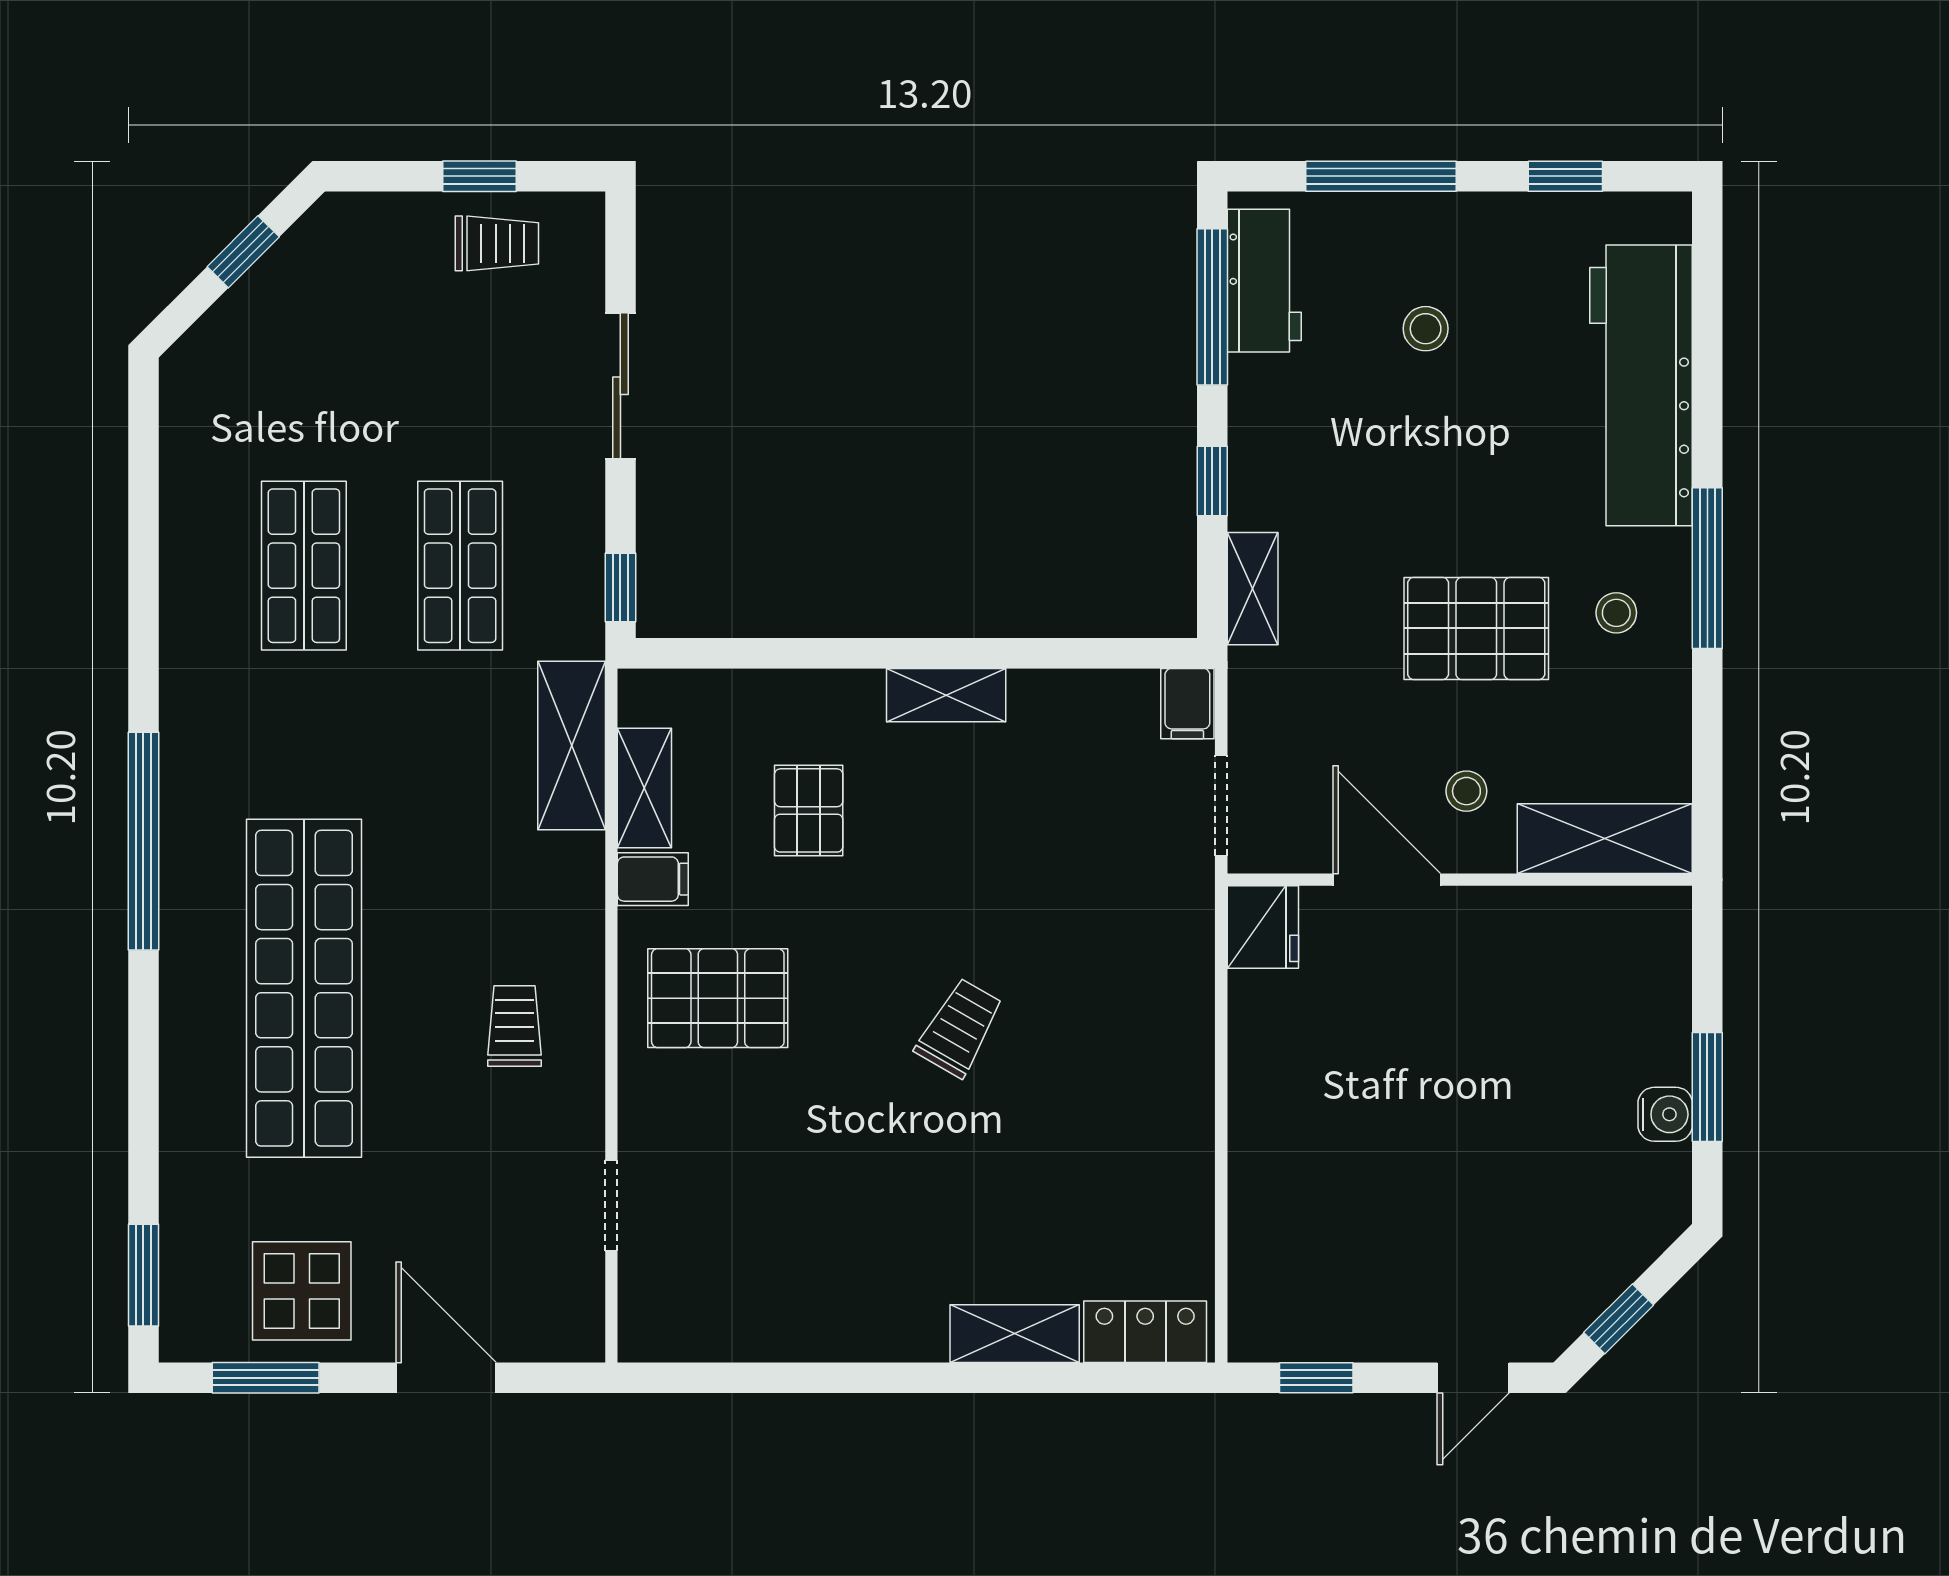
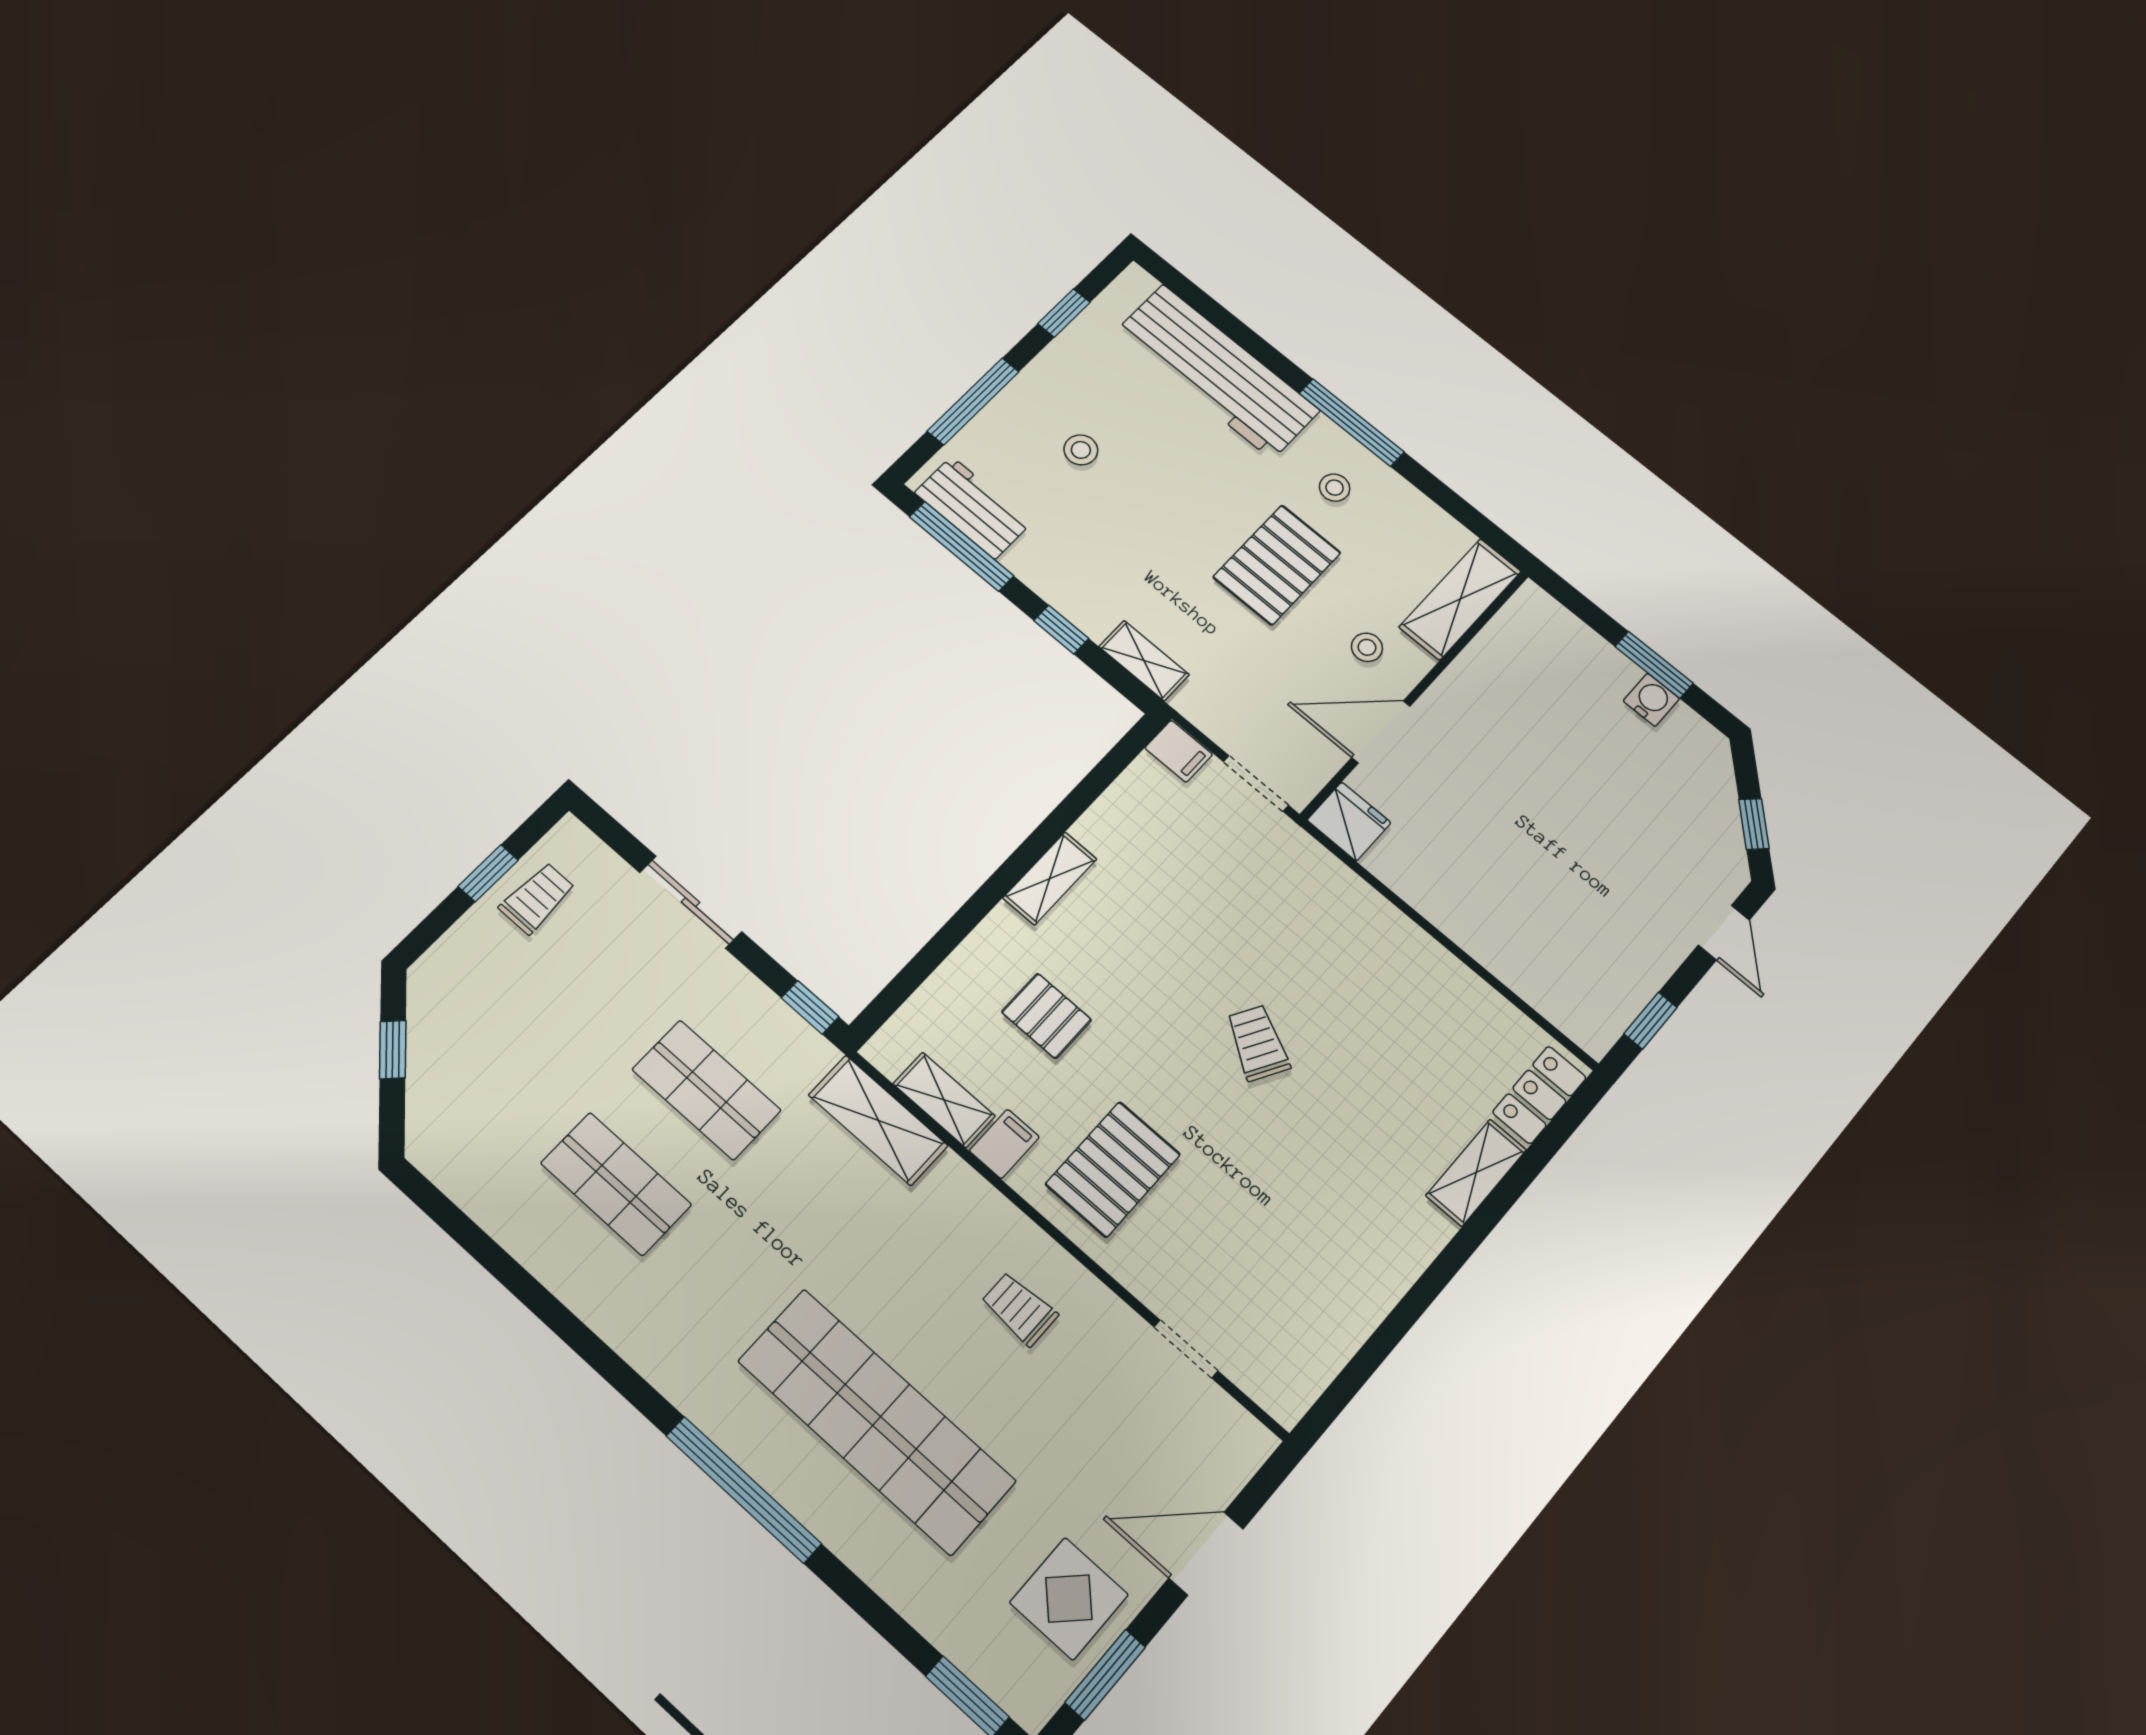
window: (143, 841) -> (744, 1490), moved

